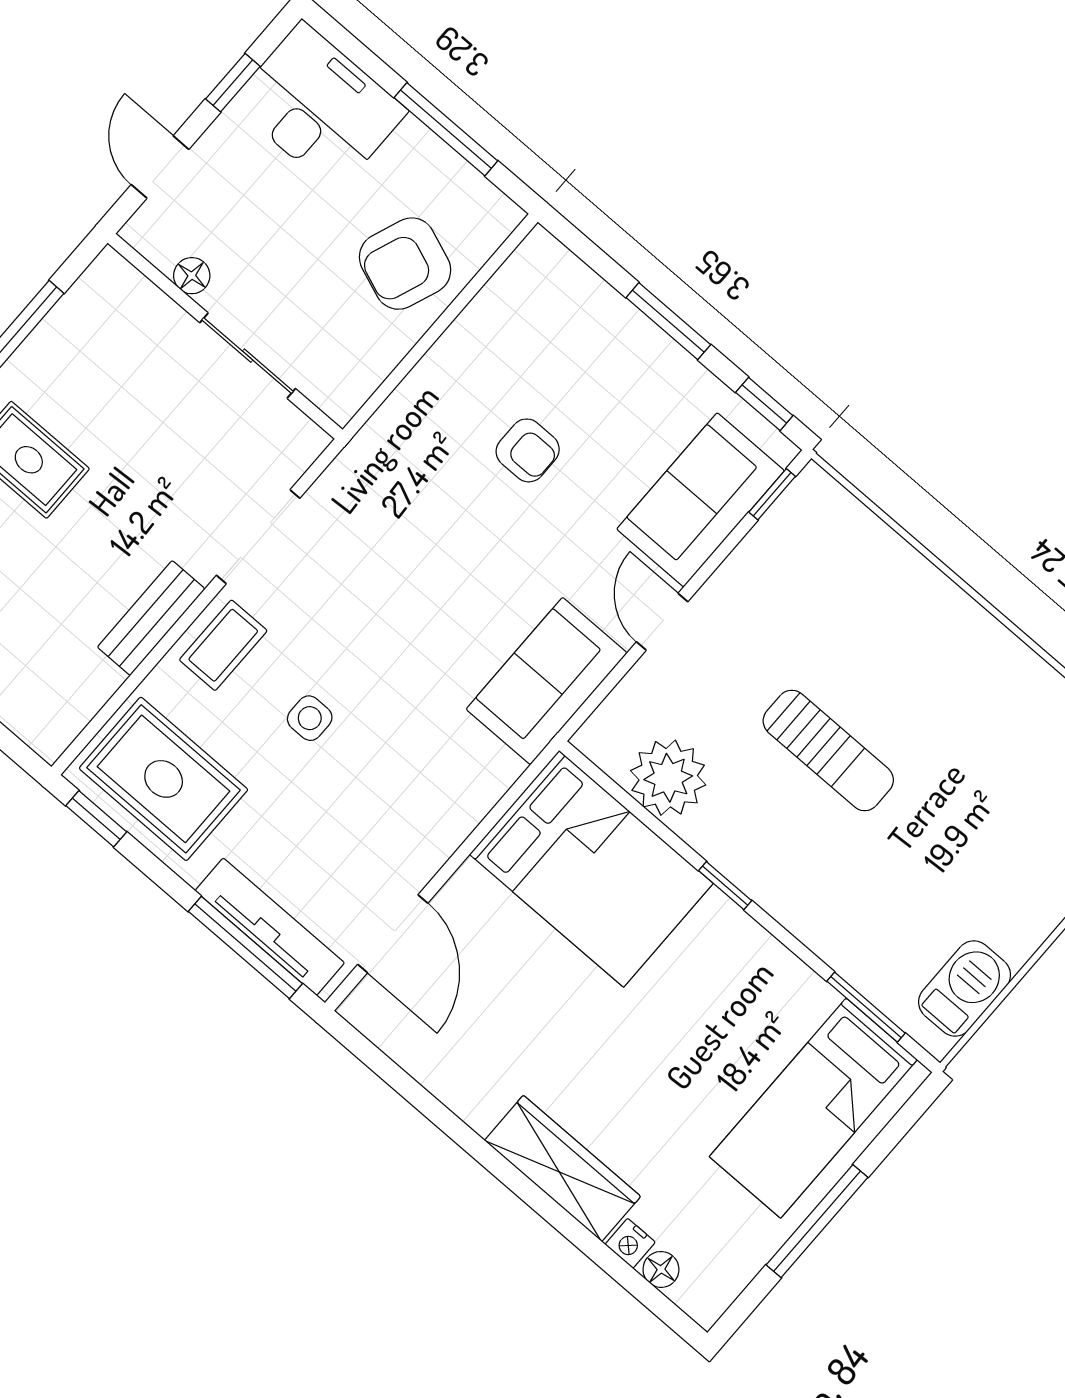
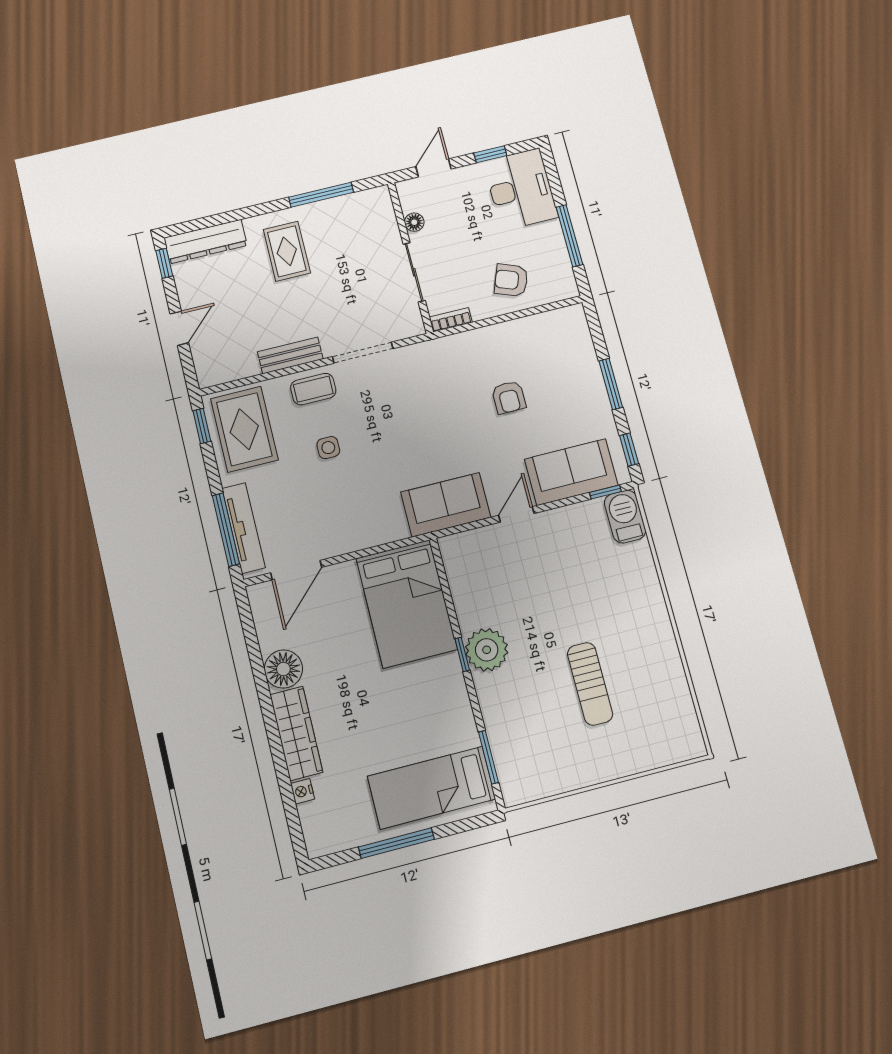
armchair: (405, 264) -> (511, 280), width x0.72, depth x0.72
bookcase: (356, 391) -> (451, 320), added
sun lounger: (828, 750) -> (590, 684), moved
plant: (668, 778) -> (487, 650), moved
barbecue: (965, 989) -> (625, 517), moved, turned -90
floor lamp: (661, 1269) -> (283, 669), moved, width x1.89, depth x1.89

